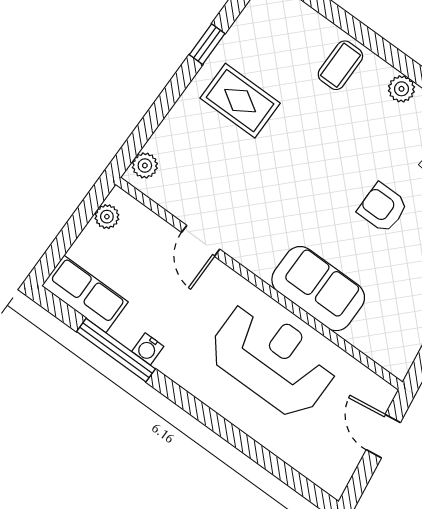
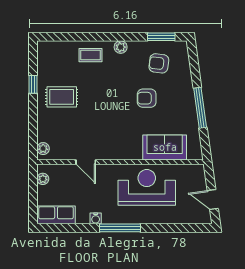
coffee table: (340, 65) -> (90, 55), turned 90
sofa: (318, 289) -> (165, 147), moved
window: (116, 350) -> (120, 228), moved
door: (383, 436) -> (213, 200), moved

